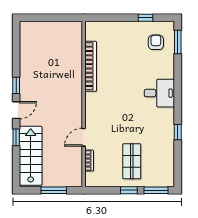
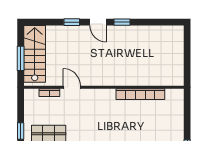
stairs: (31, 156) -> (35, 54), moved, turned -90

